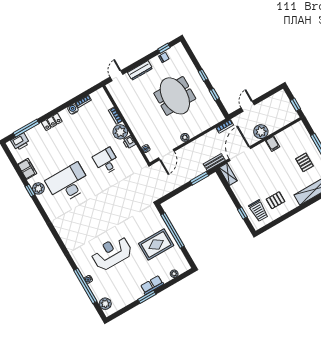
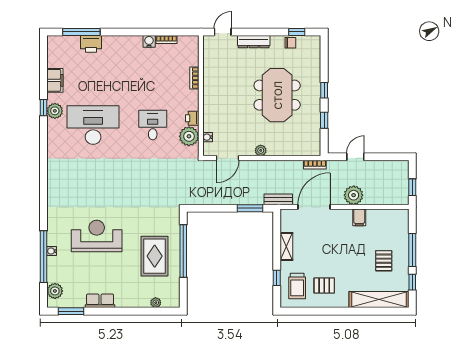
locker: (52, 122) -> (116, 42), removed
plant: (120, 132) -> (189, 136), moved
printer: (20, 142) -> (91, 44), moved
shelving: (228, 174) -> (286, 246), moved
rug: (156, 244) -> (155, 256), turned 90
row of seats: (152, 285) -> (100, 301), moved
window: (147, 297) -> (71, 311), moved

